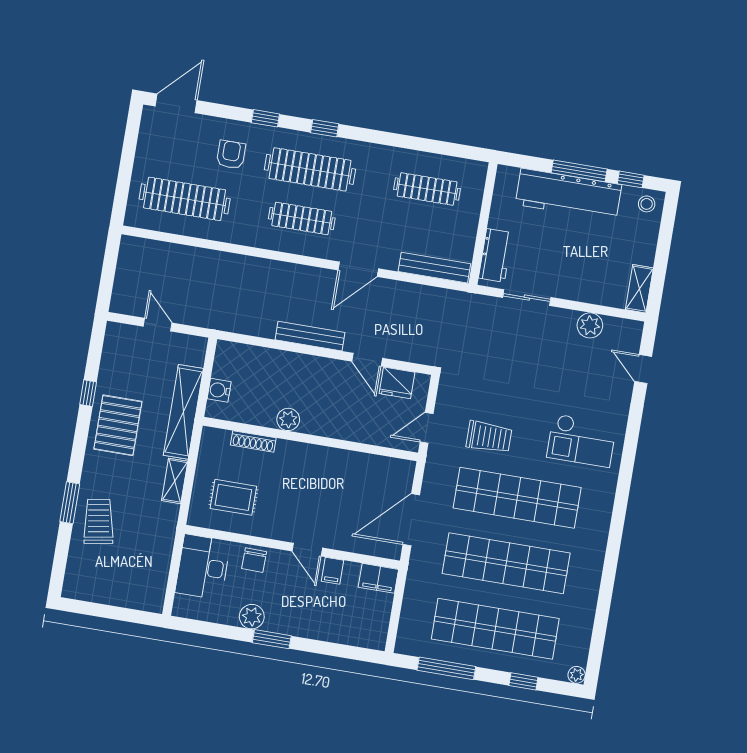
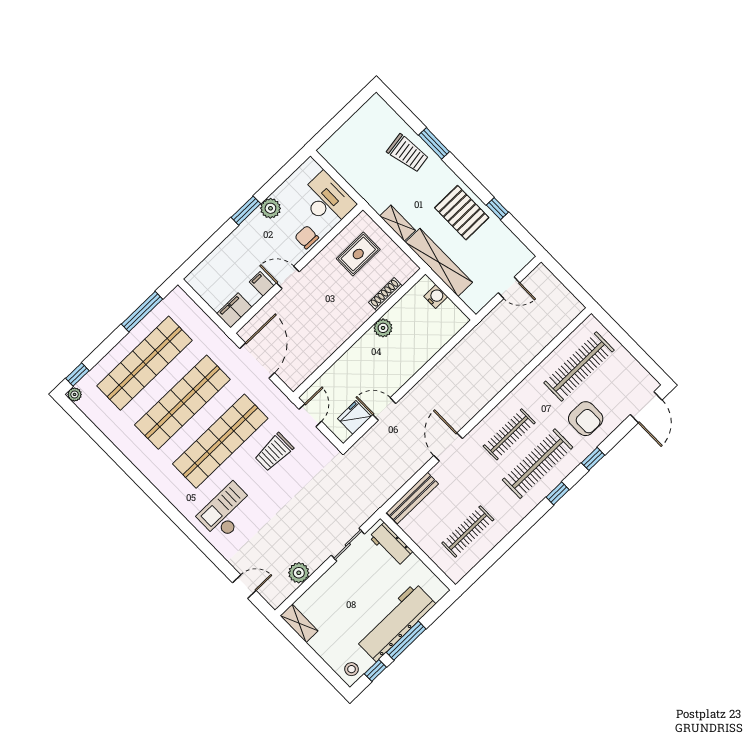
armchair: (231, 155) -> (586, 419), width x1.38, depth x1.38
bench: (310, 336) -> (428, 383), removed
window: (523, 681) -> (77, 375), moved

